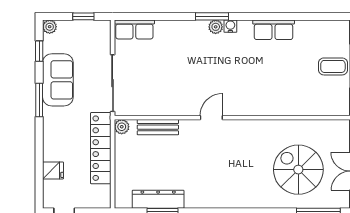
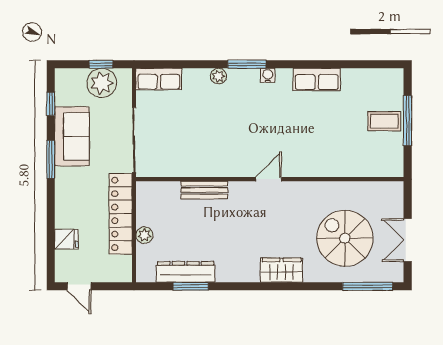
plant: (50, 27) -> (102, 83), moved, width x1.87, depth x1.87
plant: (216, 27) -> (218, 76), moved
door: (211, 118) -> (269, 179), moved
plant: (122, 127) -> (144, 235), moved
bench: (158, 127) -> (204, 190), moved
wardrobe: (243, 198) -> (282, 270), added

